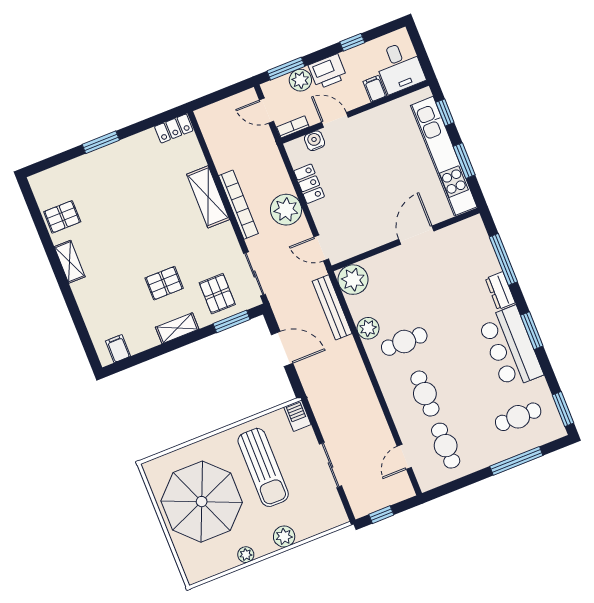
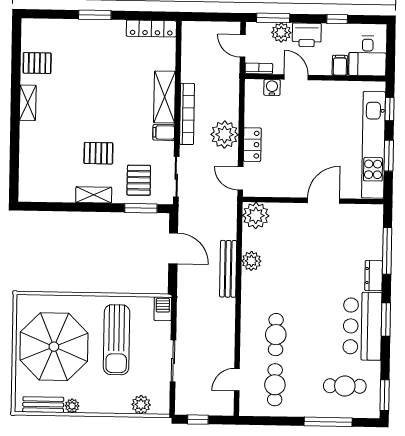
locker: (174, 129) -> (151, 29), width x1.53
locker: (309, 184) -> (252, 145), moved
bench: (332, 307) -> (228, 269), moved
cafe table: (404, 342) -> (277, 284), removed
filing cabinet: (118, 349) -> (164, 132), moved, turned -90
plant: (284, 537) -> (141, 405), moved
bench: (216, 566) -> (43, 405), added

